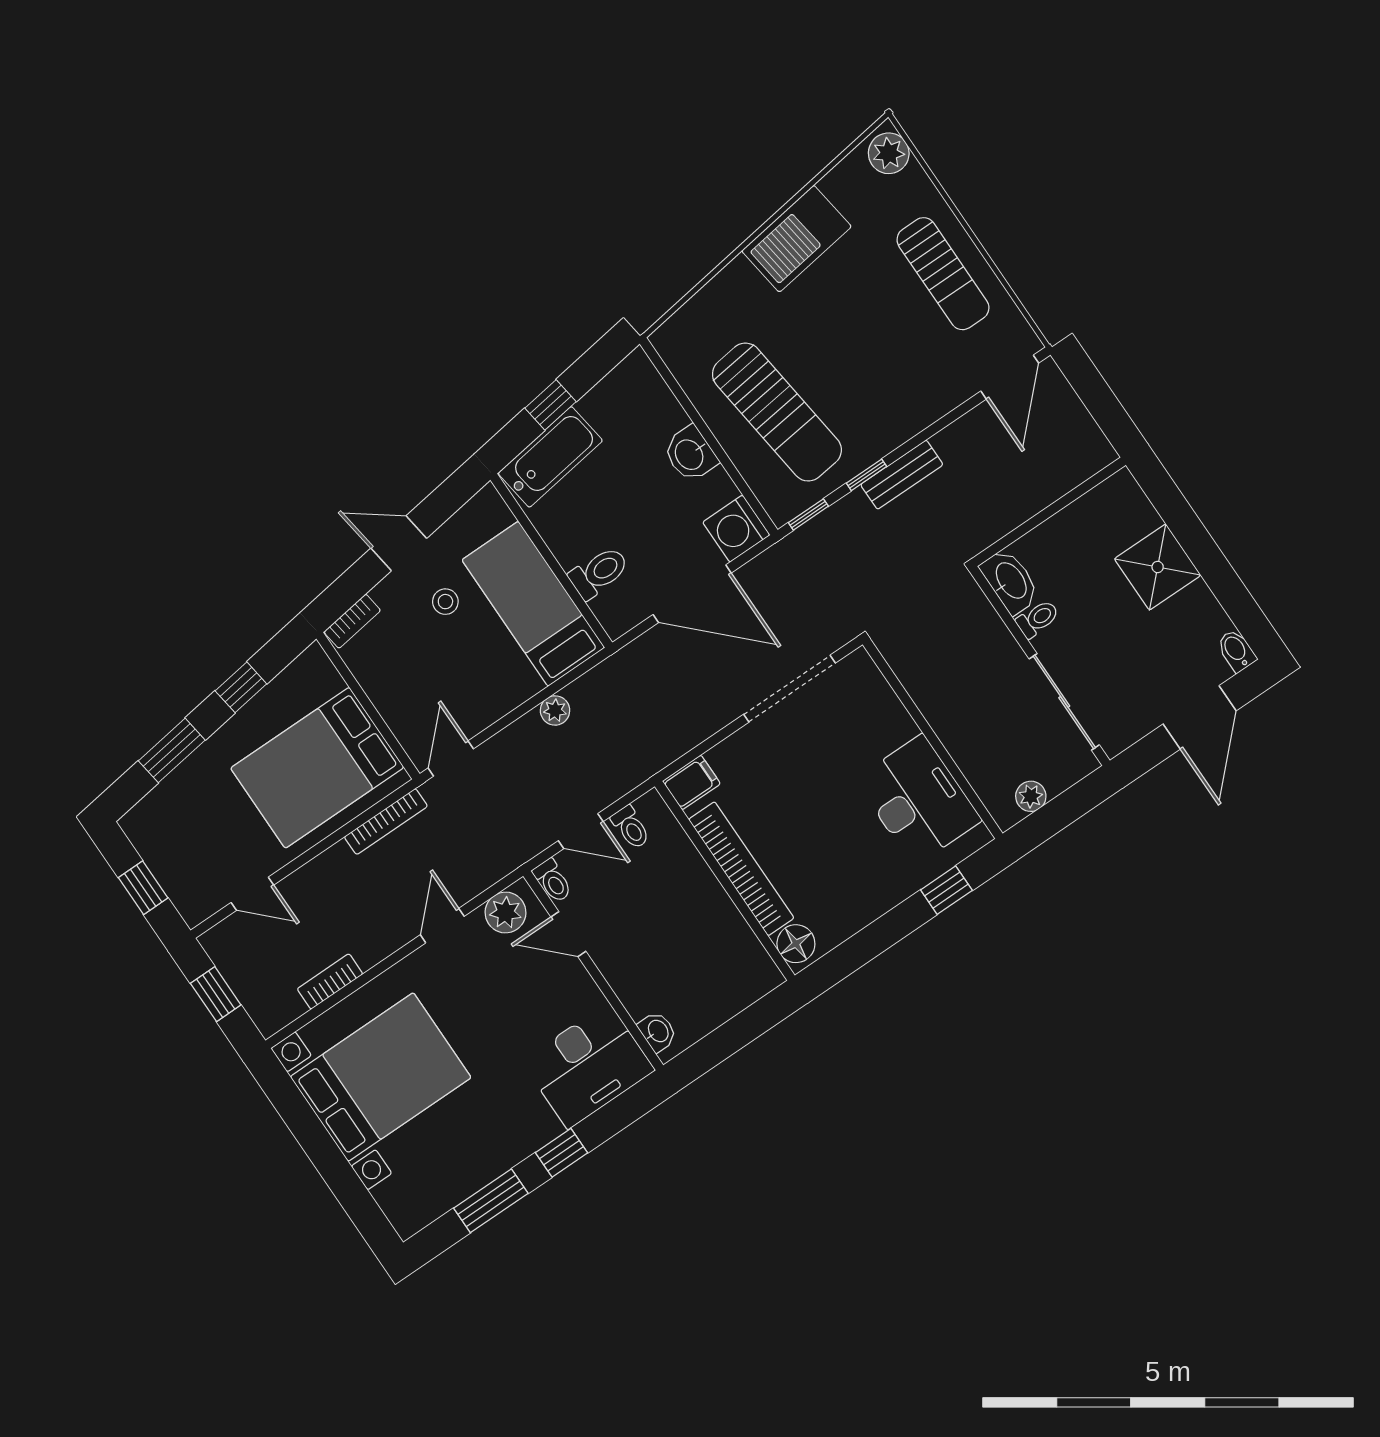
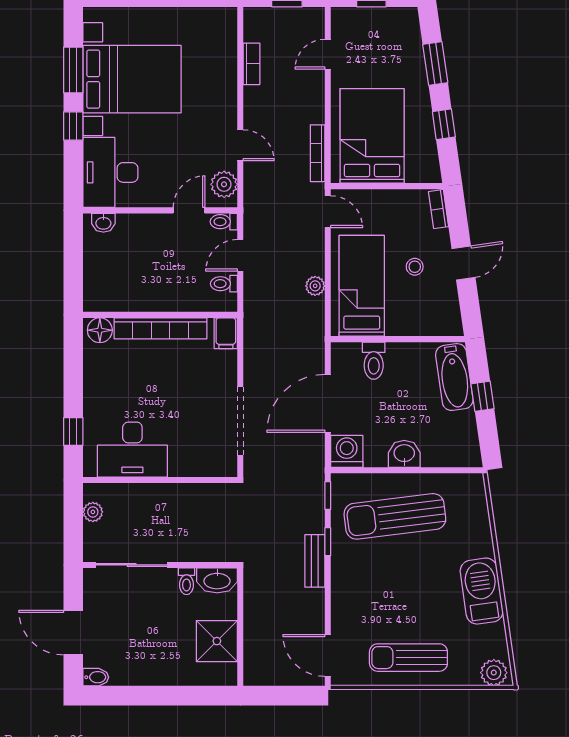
shower: (1158, 567) -> (217, 641), moved
bed: (533, 604) -> (362, 286), moved, turned -90
bed with nightstands: (381, 1077) -> (132, 79), moved, turned -90

